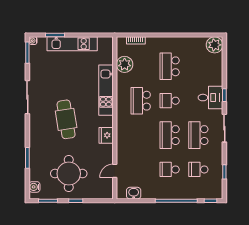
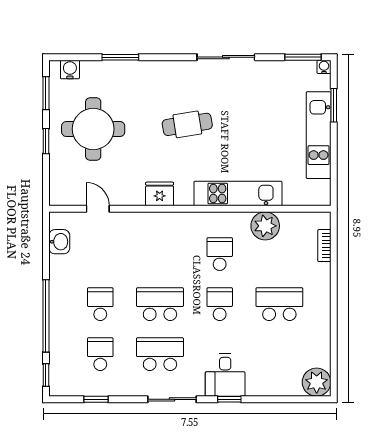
plant: (125, 64) -> (265, 226), moved
school desk: (141, 101) -> (220, 254), width x0.54
cafe table: (66, 119) -> (187, 124), width x0.73, depth x0.74

